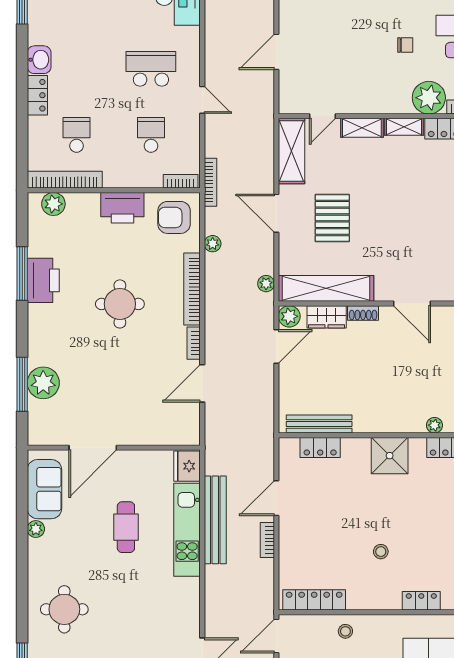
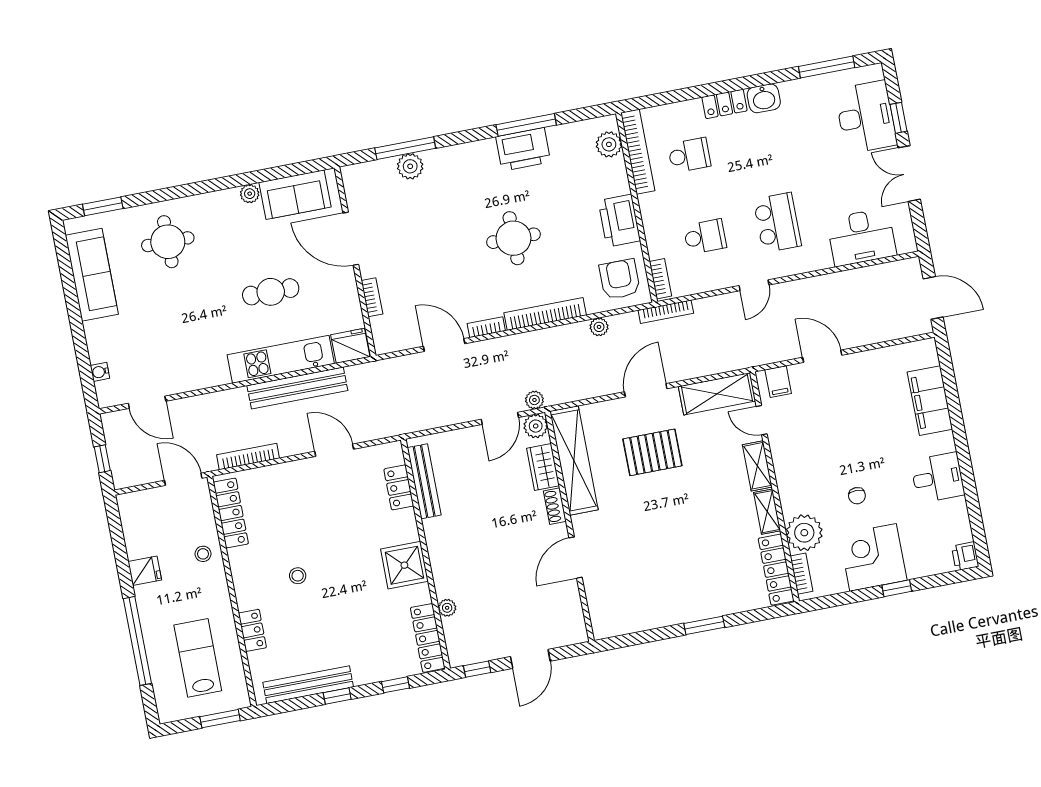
filing cabinet: (291, 95) -> (778, 382), added
plant: (266, 284) -> (534, 400), moved
door: (276, 347) -> (500, 418), hinge flipped
plant: (43, 383) -> (410, 166), width x0.73, depth x0.73
bookcase: (148, 439) -> (372, 297), added
bookcase: (267, 540) -> (248, 457), moved, width x1.56

